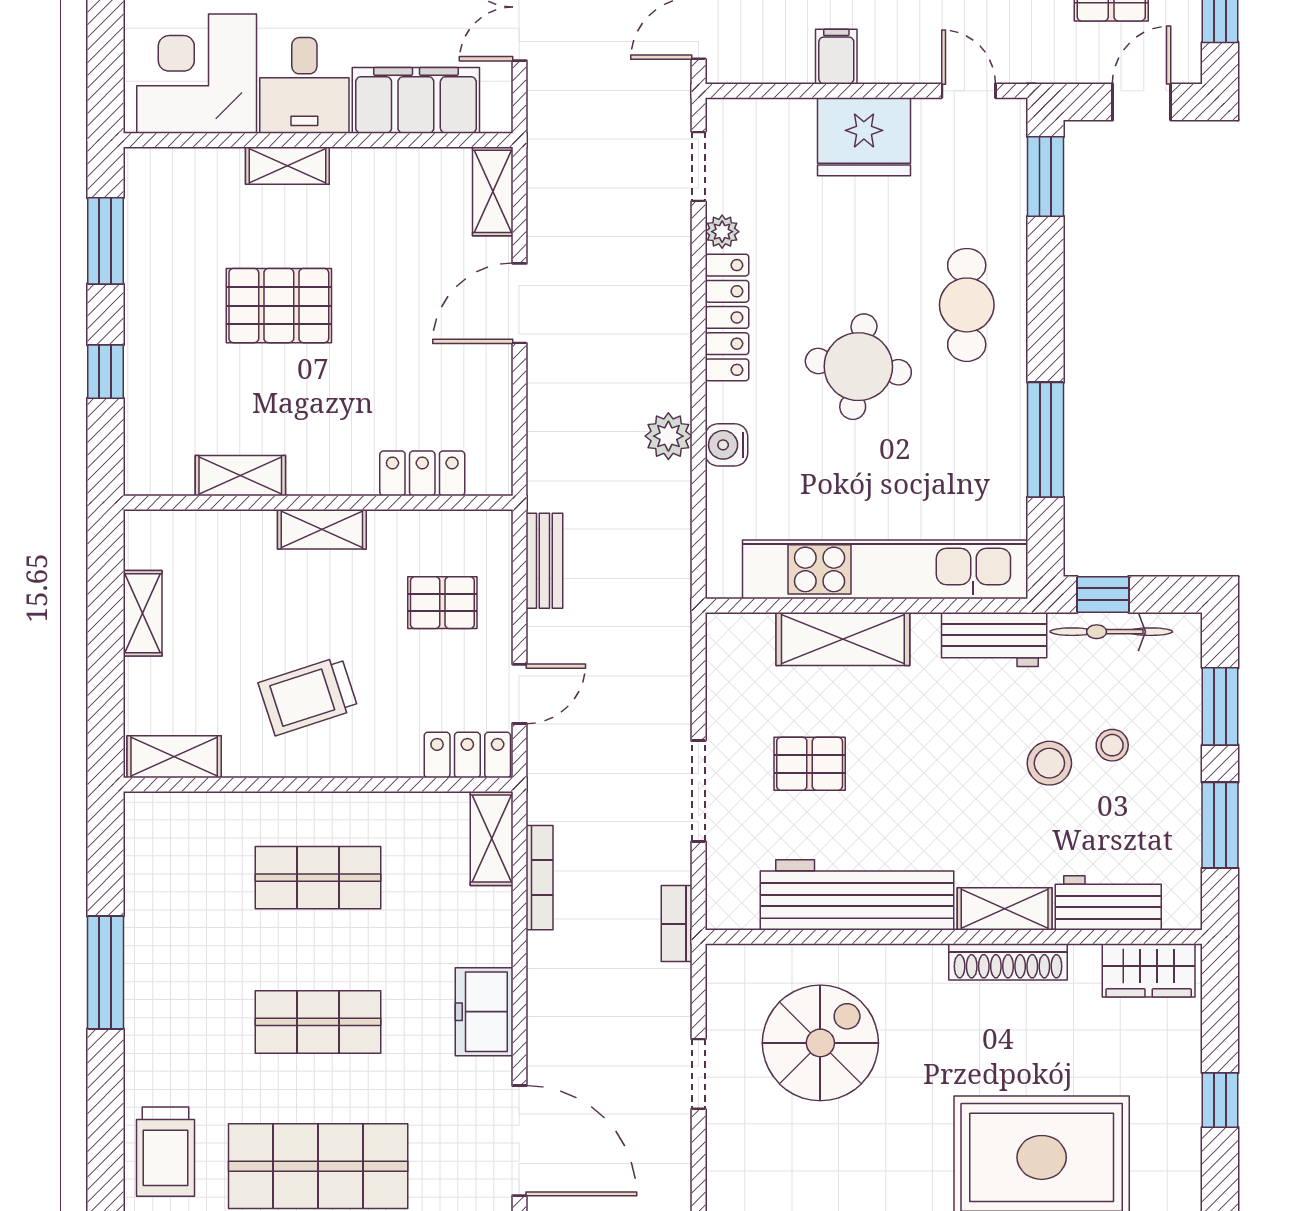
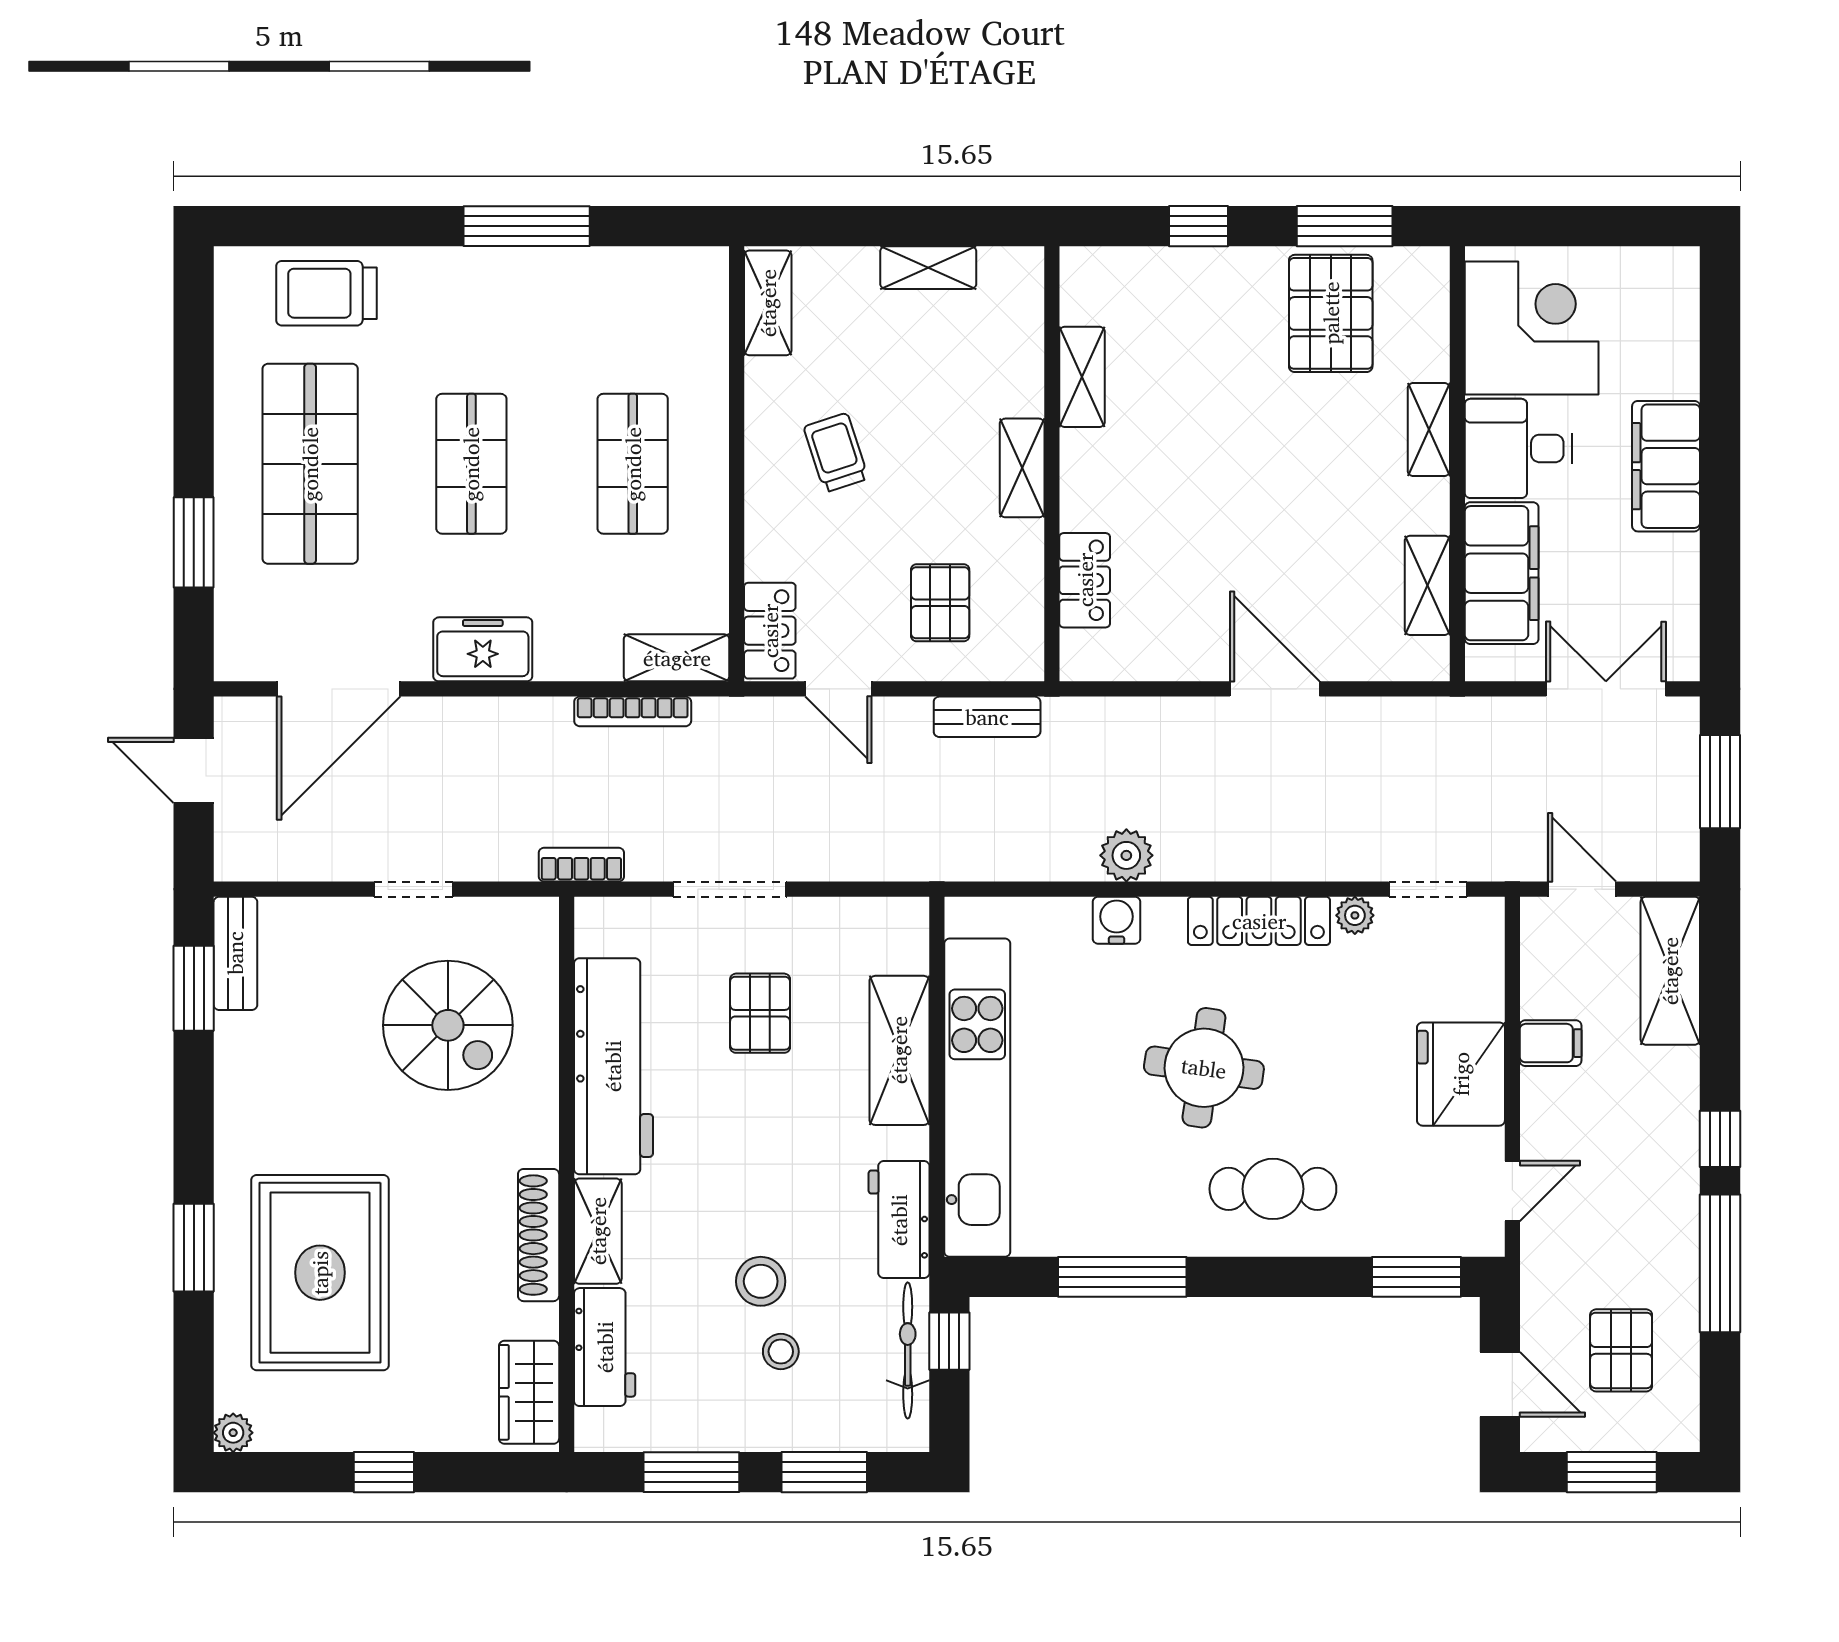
shelving: (493, 191) -> (1427, 585), moved, turned 90
pallet: (279, 306) -> (1331, 313), moved
trolley: (308, 696) -> (836, 453), width x0.73, depth x0.72

